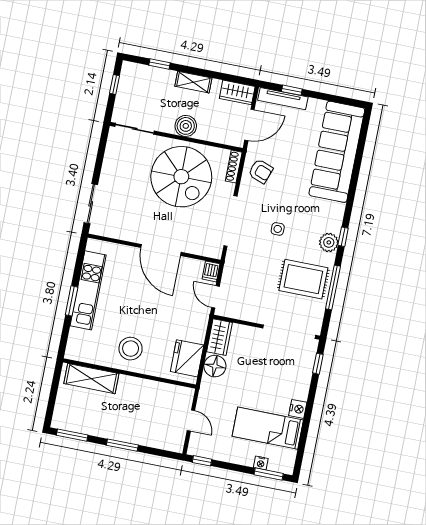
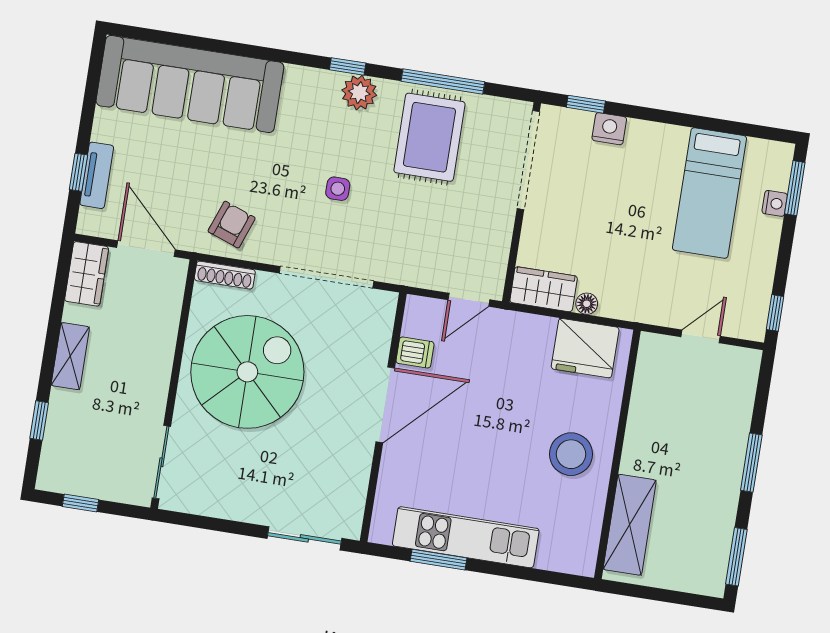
tv unit: (283, 99) -> (97, 175), width x0.71
boiler: (186, 126) -> (153, 367), removed
dishwasher: (211, 271) -> (415, 352), moved
window: (72, 301) -> (438, 560), moved
floor lamp: (215, 366) -> (587, 304), width x0.53, depth x0.53
nightstand: (298, 409) -> (609, 129), moved

